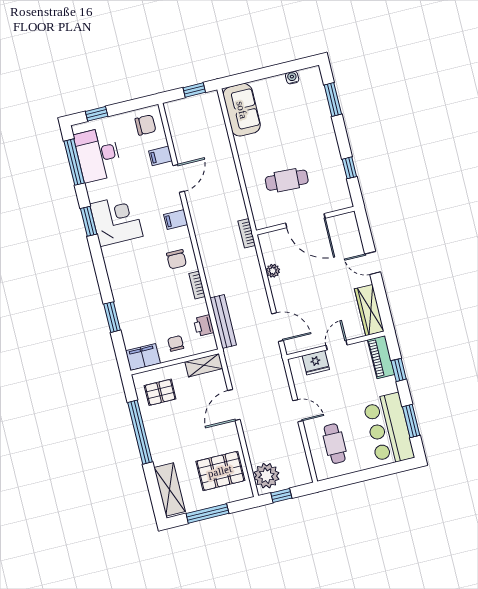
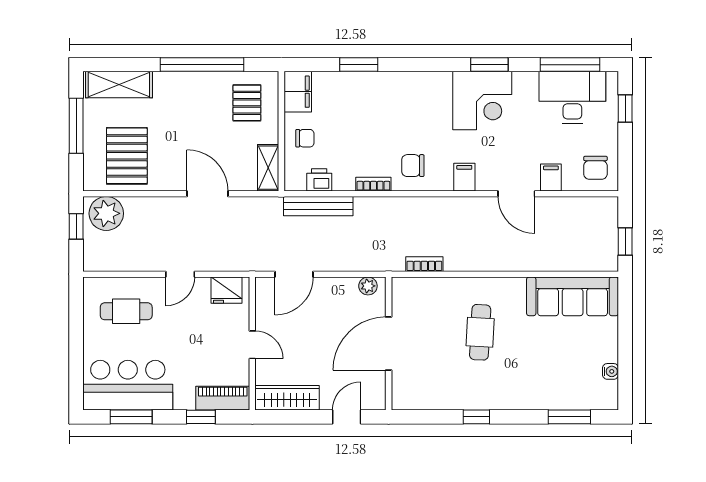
sofa: (242, 110) -> (573, 296), width x1.36
door: (305, 221) -> (389, 344), moved
wall: (305, 221) -> (389, 343), moved
fridge: (316, 363) -> (226, 290), moved, turned -90

